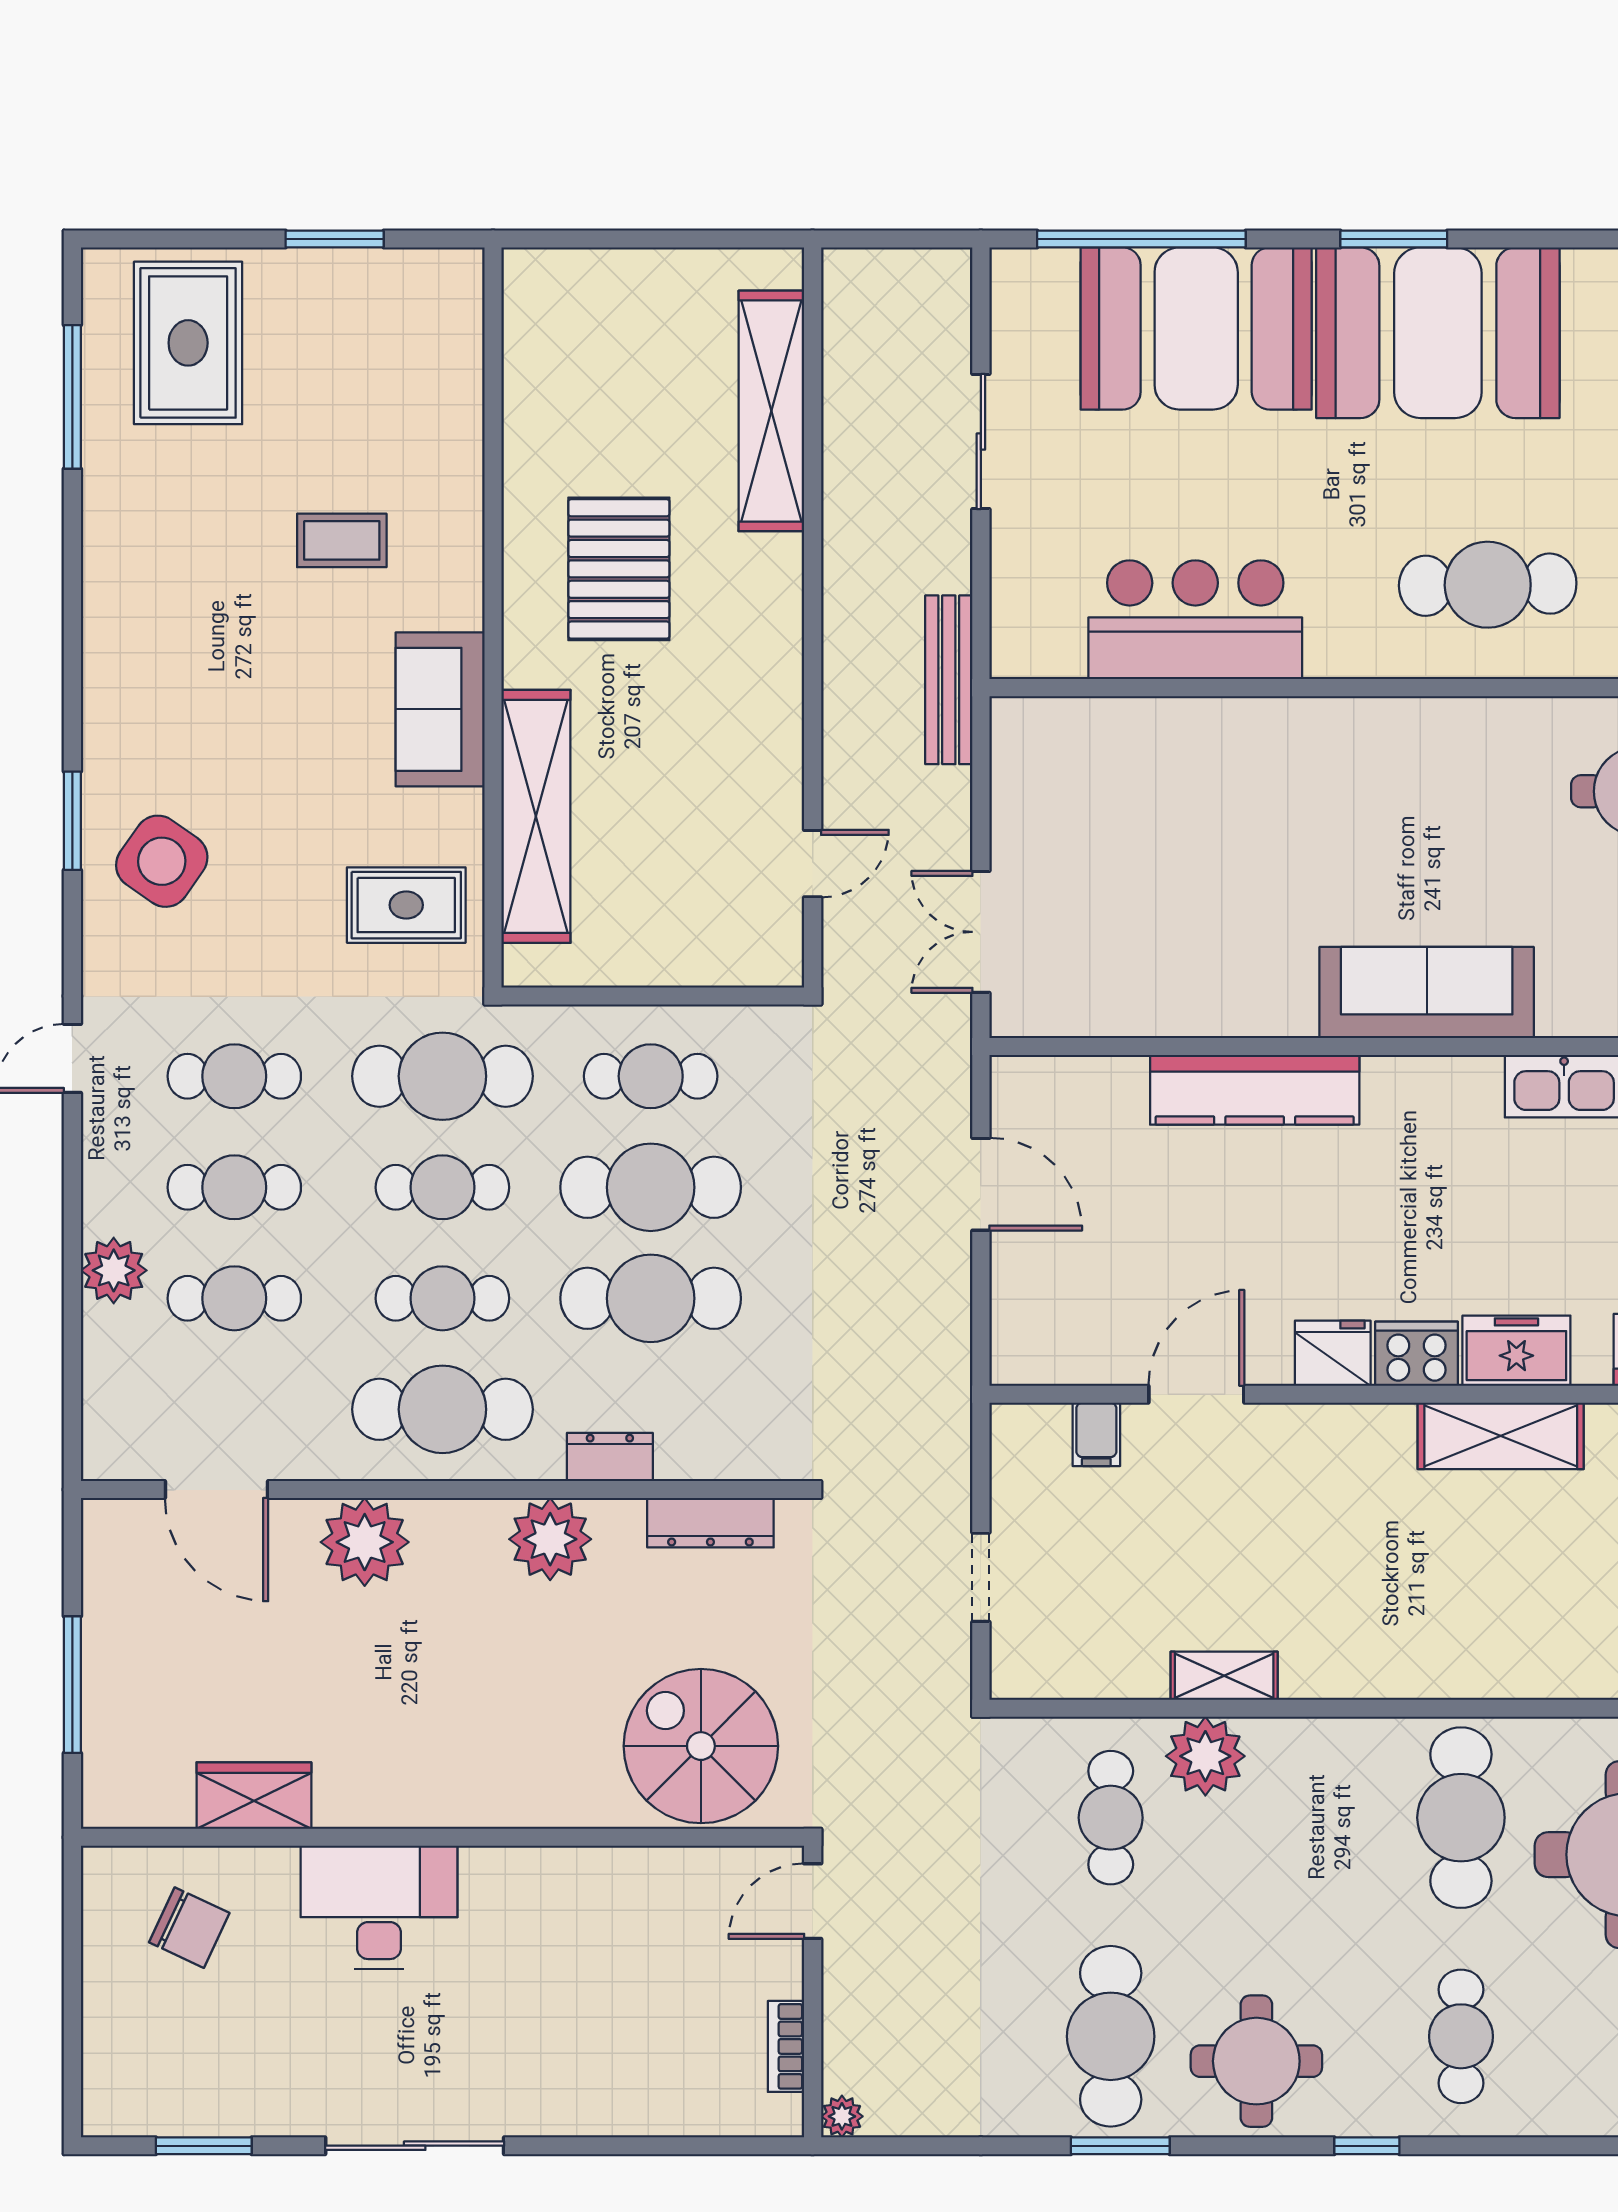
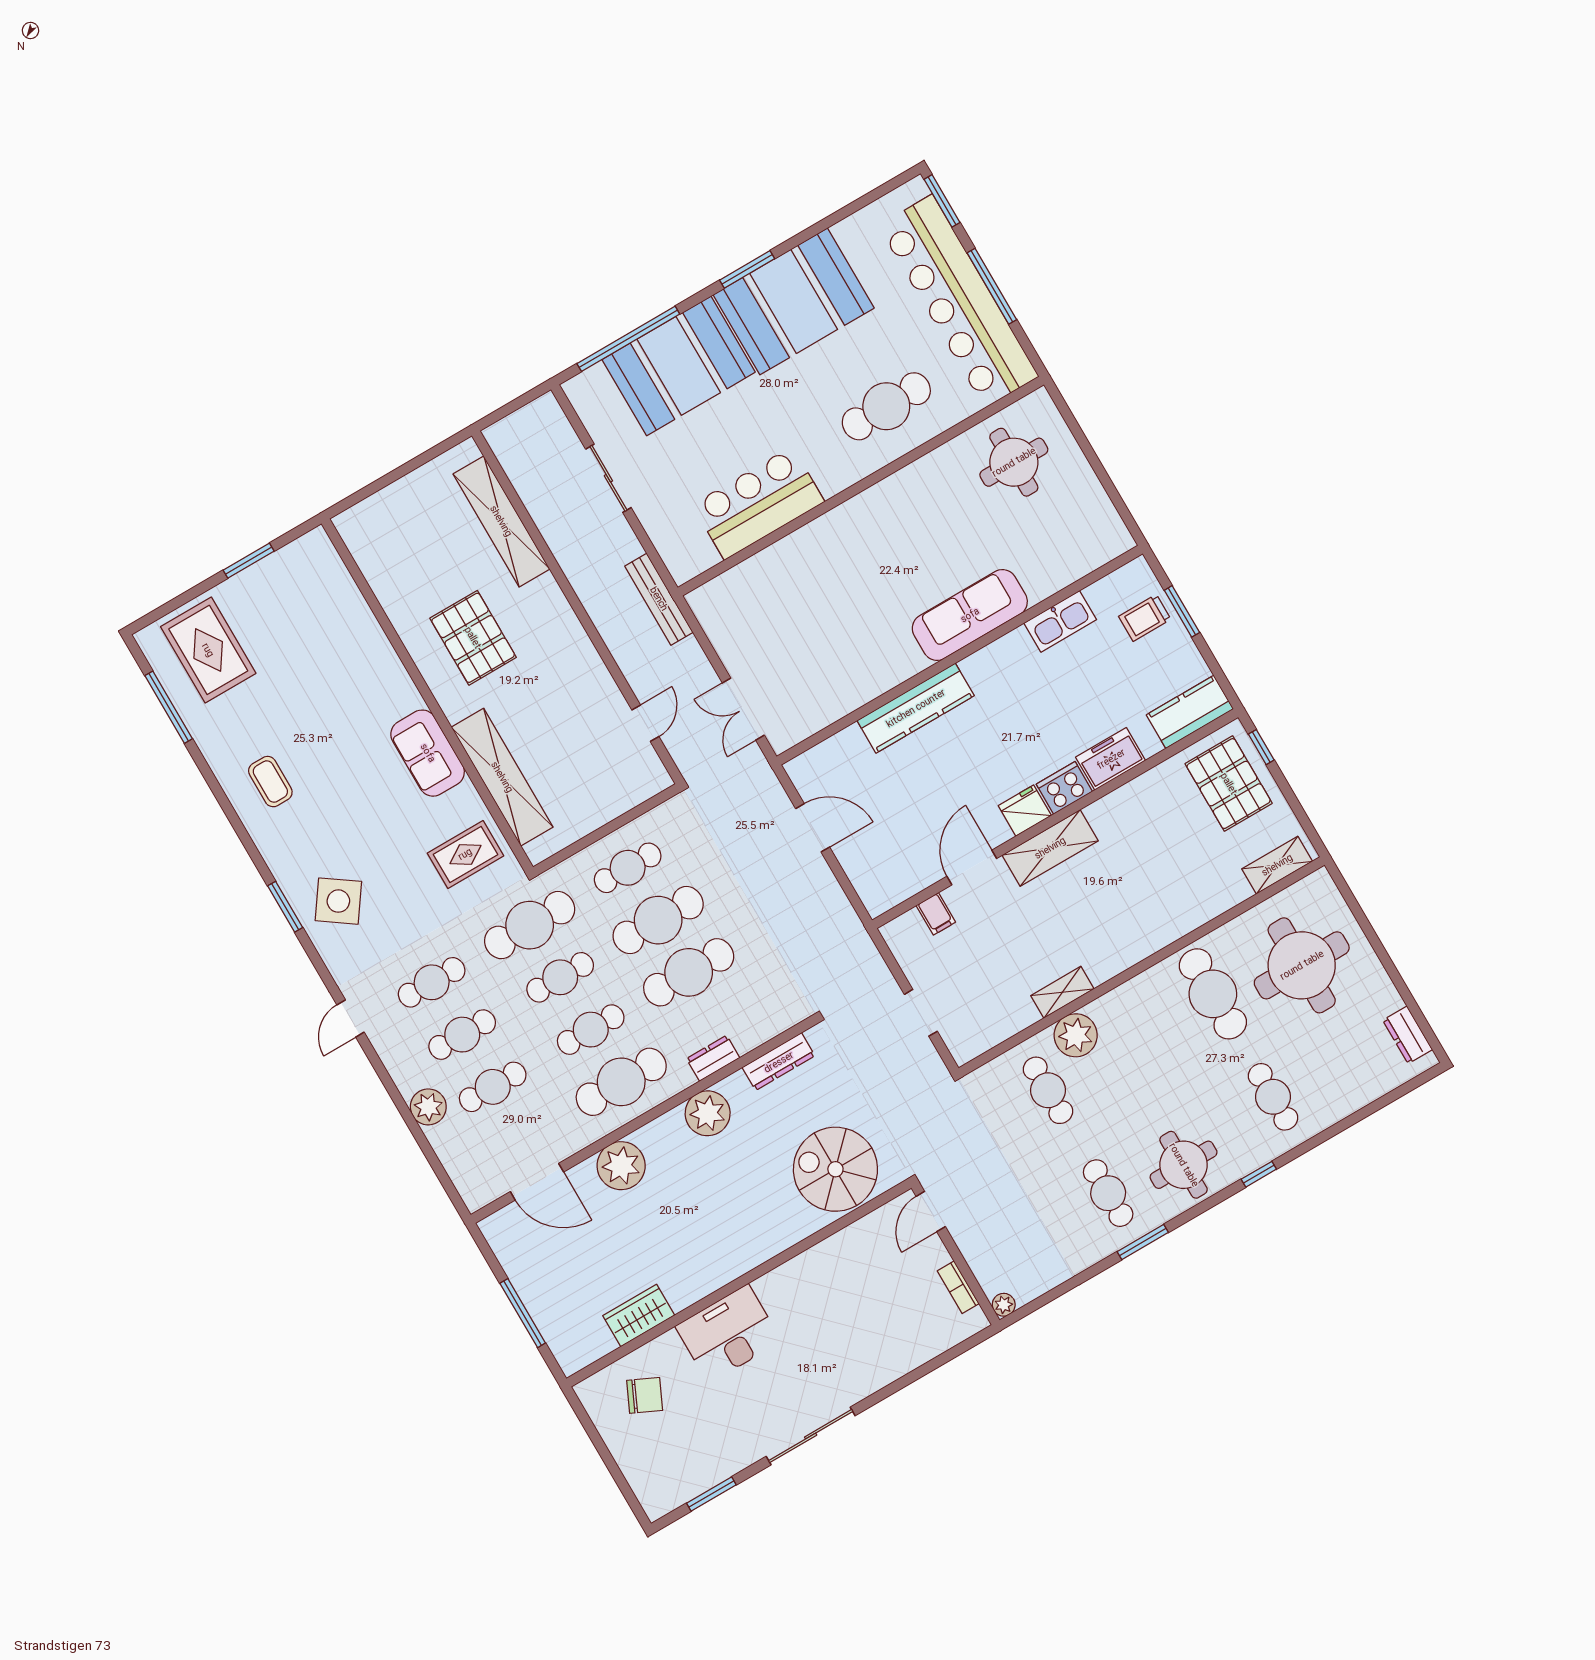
coffee table: (342, 540) -> (270, 782), moved, turned 90
shelving: (1501, 1436) -> (1050, 848), moved
cafe table: (1111, 2036) -> (1108, 1193), width x0.73, depth x0.74

